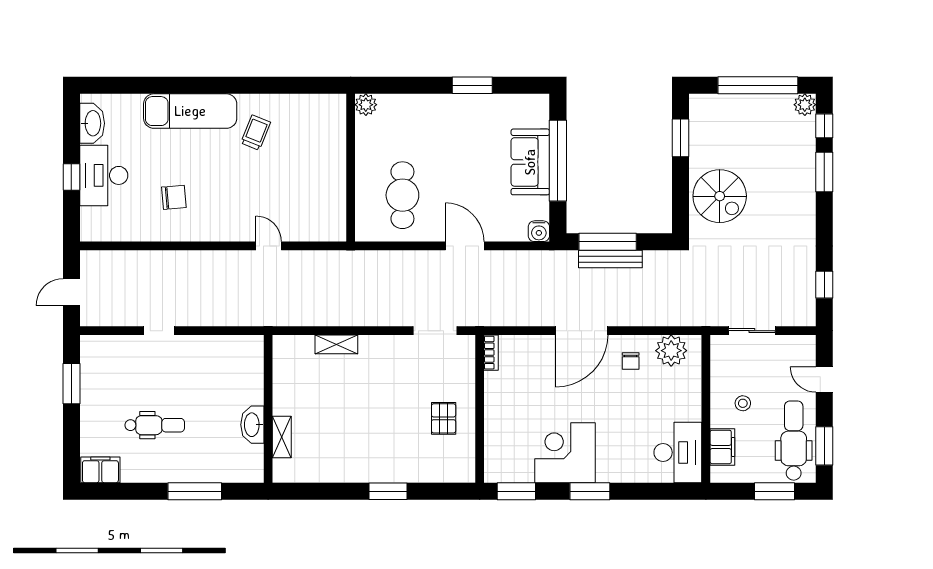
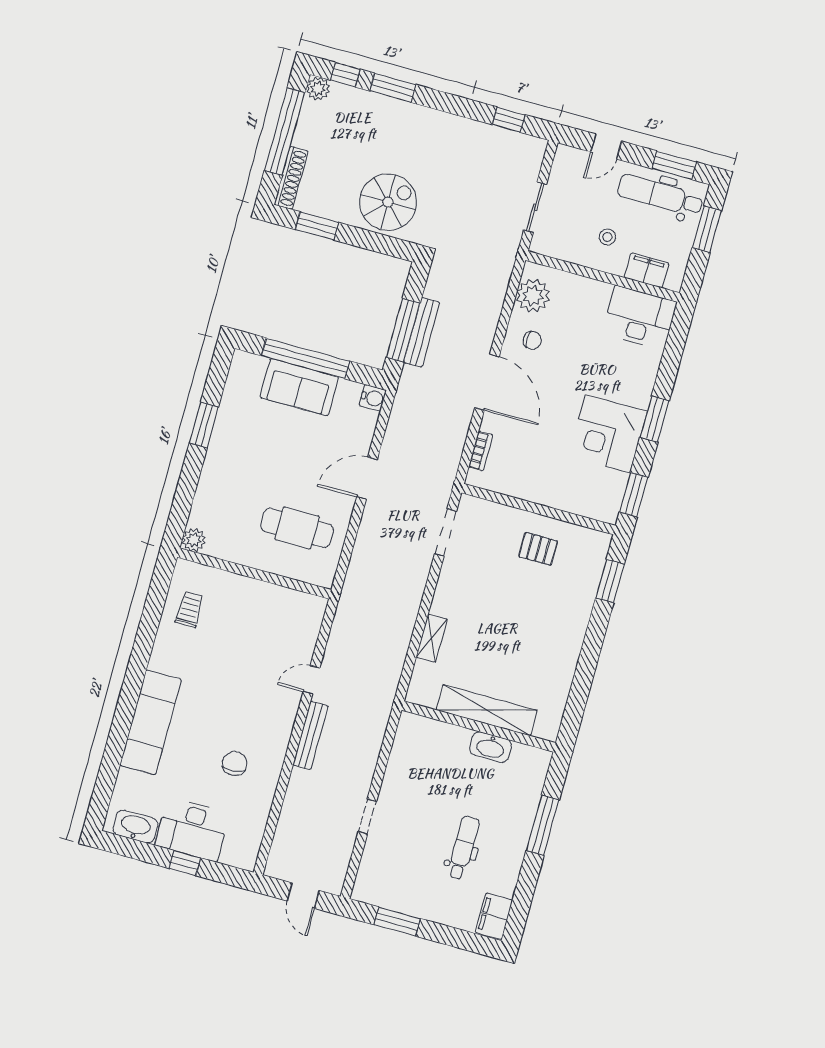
shoe rack: (718, 103) -> (291, 178), added
trolley: (256, 133) -> (189, 609), moved, turned 68
bench: (218, 259) -> (311, 735), added
bookcase: (491, 353) -> (481, 451), moved, turned 90
shelving: (282, 437) -> (487, 710), width x2.20, depth x1.33
window: (388, 491) -> (610, 581), moved

